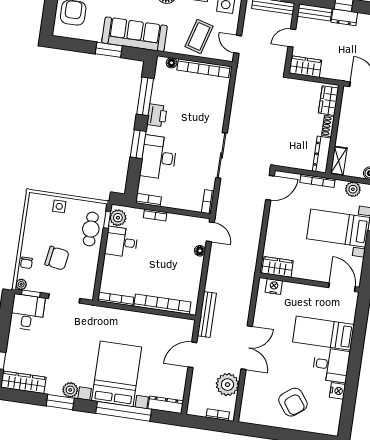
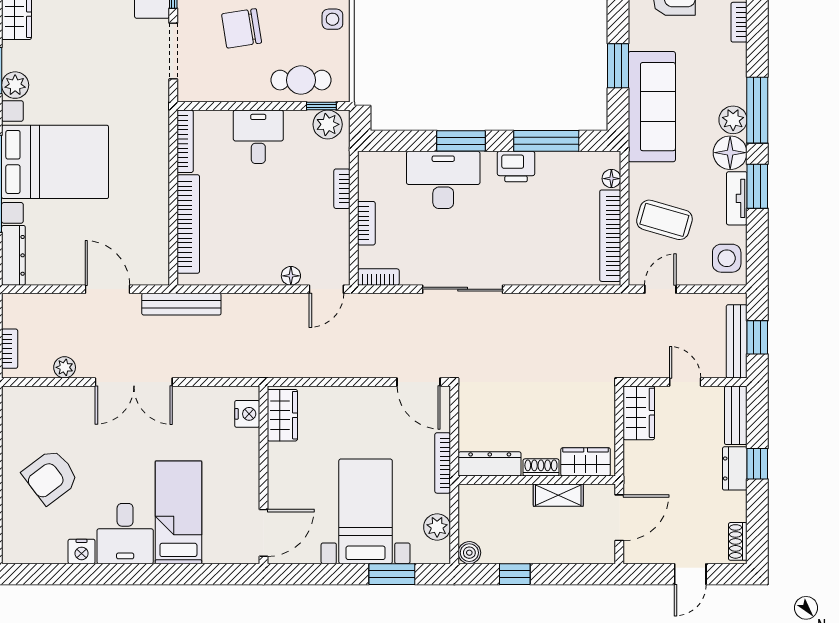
shelving: (339, 161) -> (558, 495), moved
bookcase: (148, 200) -> (366, 223), moved
desk: (121, 242) -> (258, 137), moved
chair: (57, 258) -> (242, 28), turned 72
plant: (227, 385) -> (65, 367), width x0.53, depth x0.53

